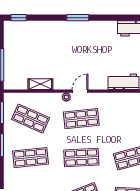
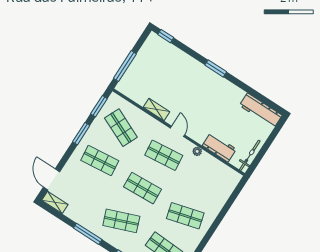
shelving: (40, 84) -> (156, 110), moved
door: (80, 91) -> (178, 131), hinge flipped
plant: (66, 97) -> (197, 151), moved

